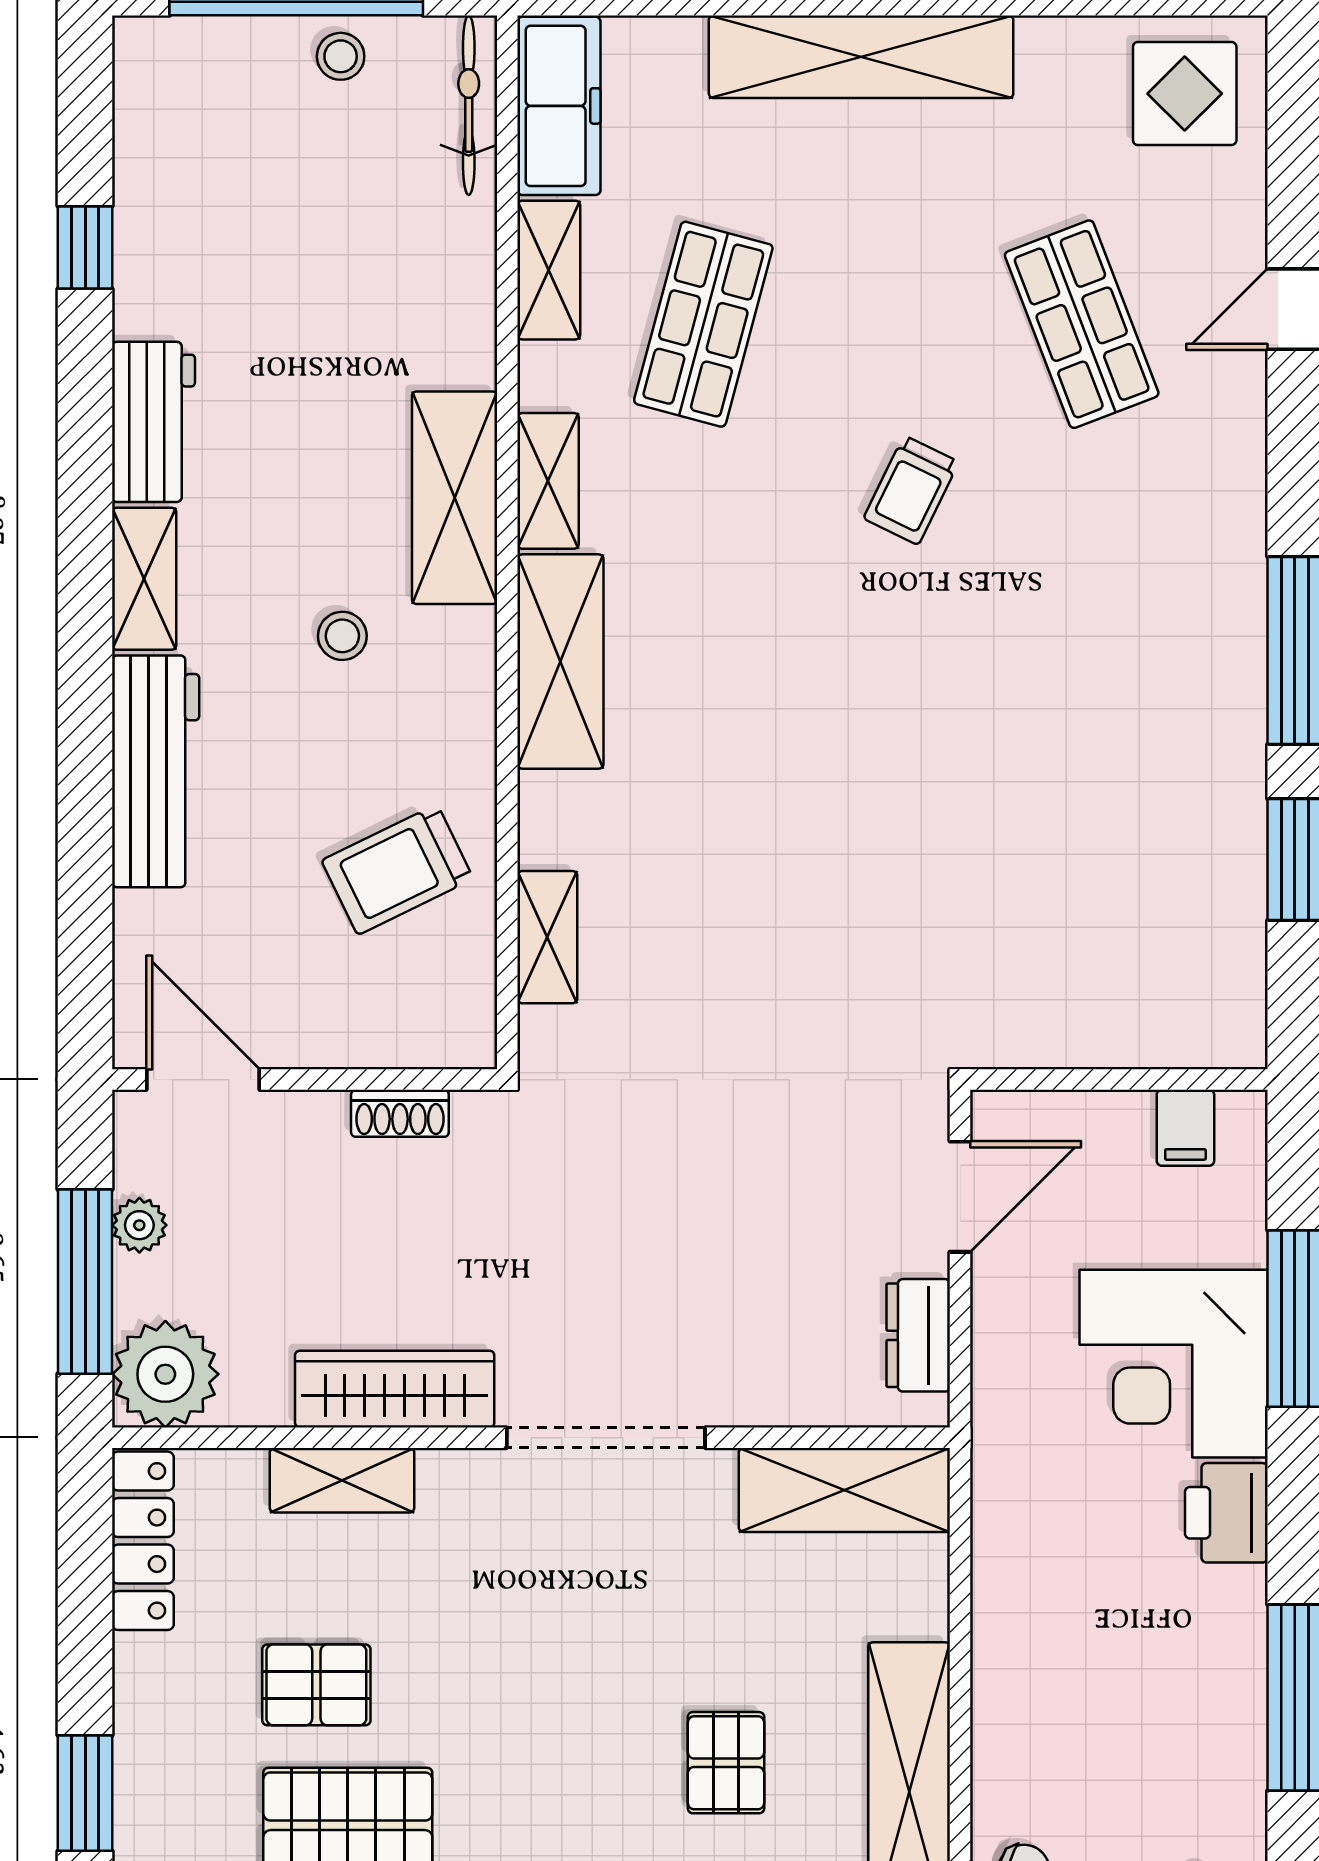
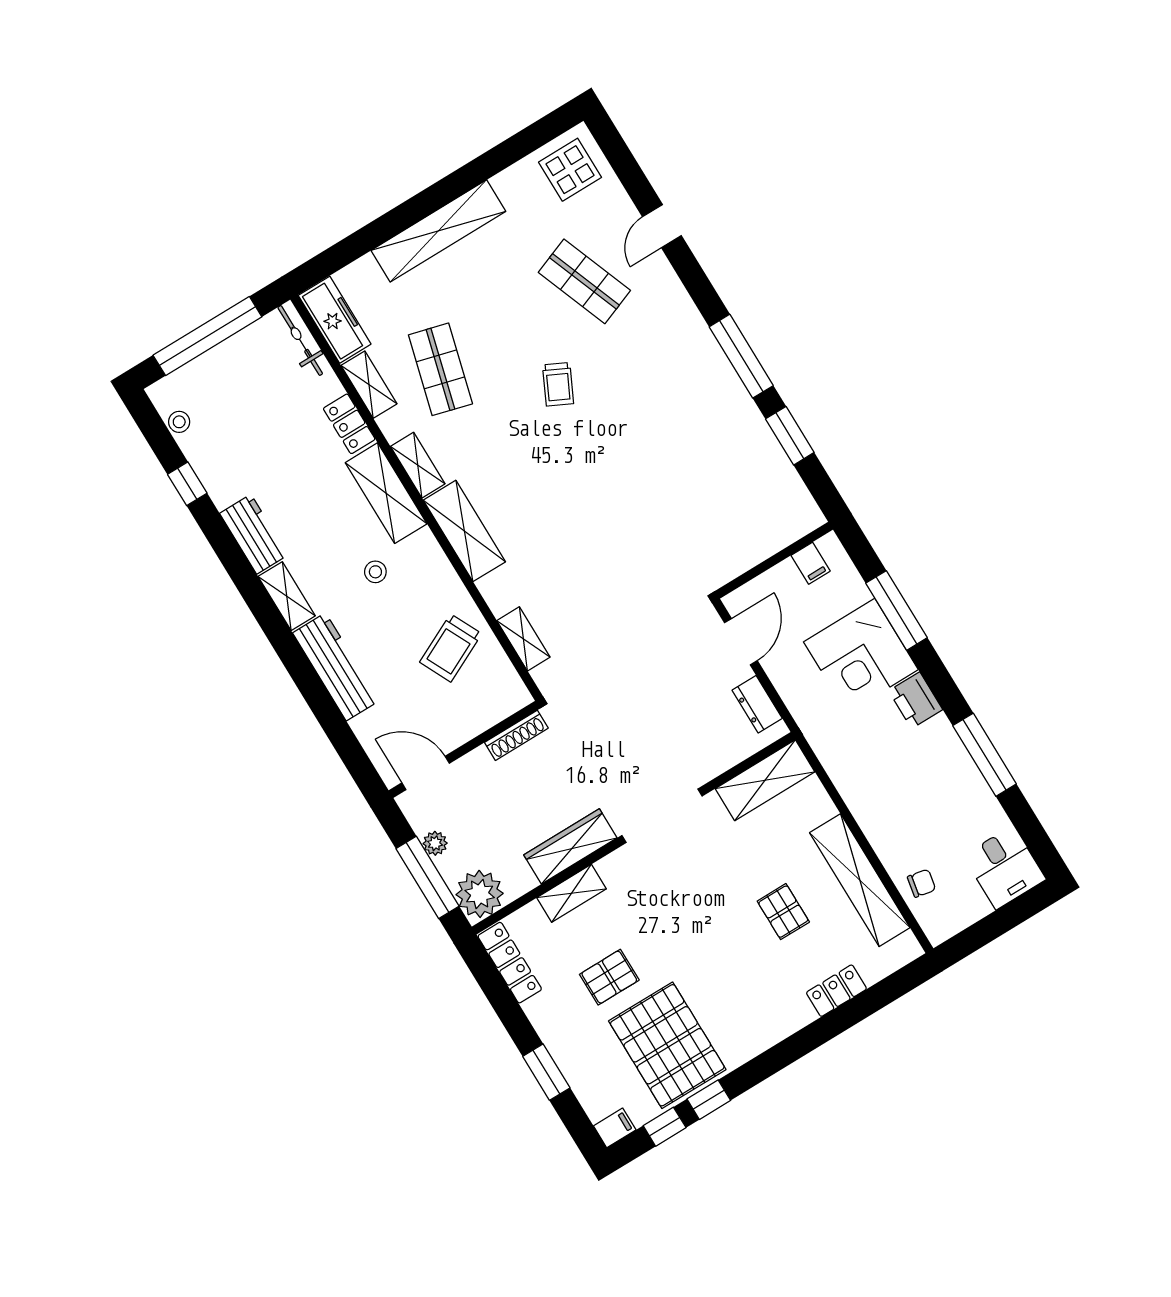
stool: (341, 56) -> (179, 422), moved
locker: (465, 322) -> (349, 424), added
shoe rack: (400, 1113) -> (516, 735), width x1.43

